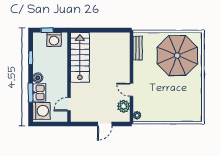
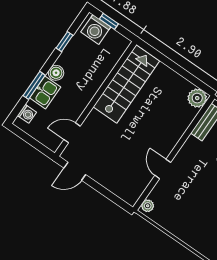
washing machine: (54, 39) -> (96, 29), moved
plant: (124, 106) -> (197, 98), moved
washing machine: (41, 111) -> (27, 114), width x0.53, depth x0.53
door: (105, 124) -> (75, 171), moved

